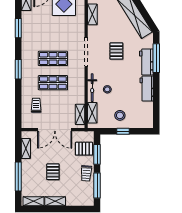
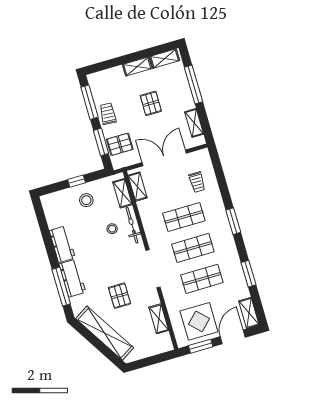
shop shelf: (53, 34) -> (202, 279), added
pallet: (116, 51) -> (120, 296), moved

